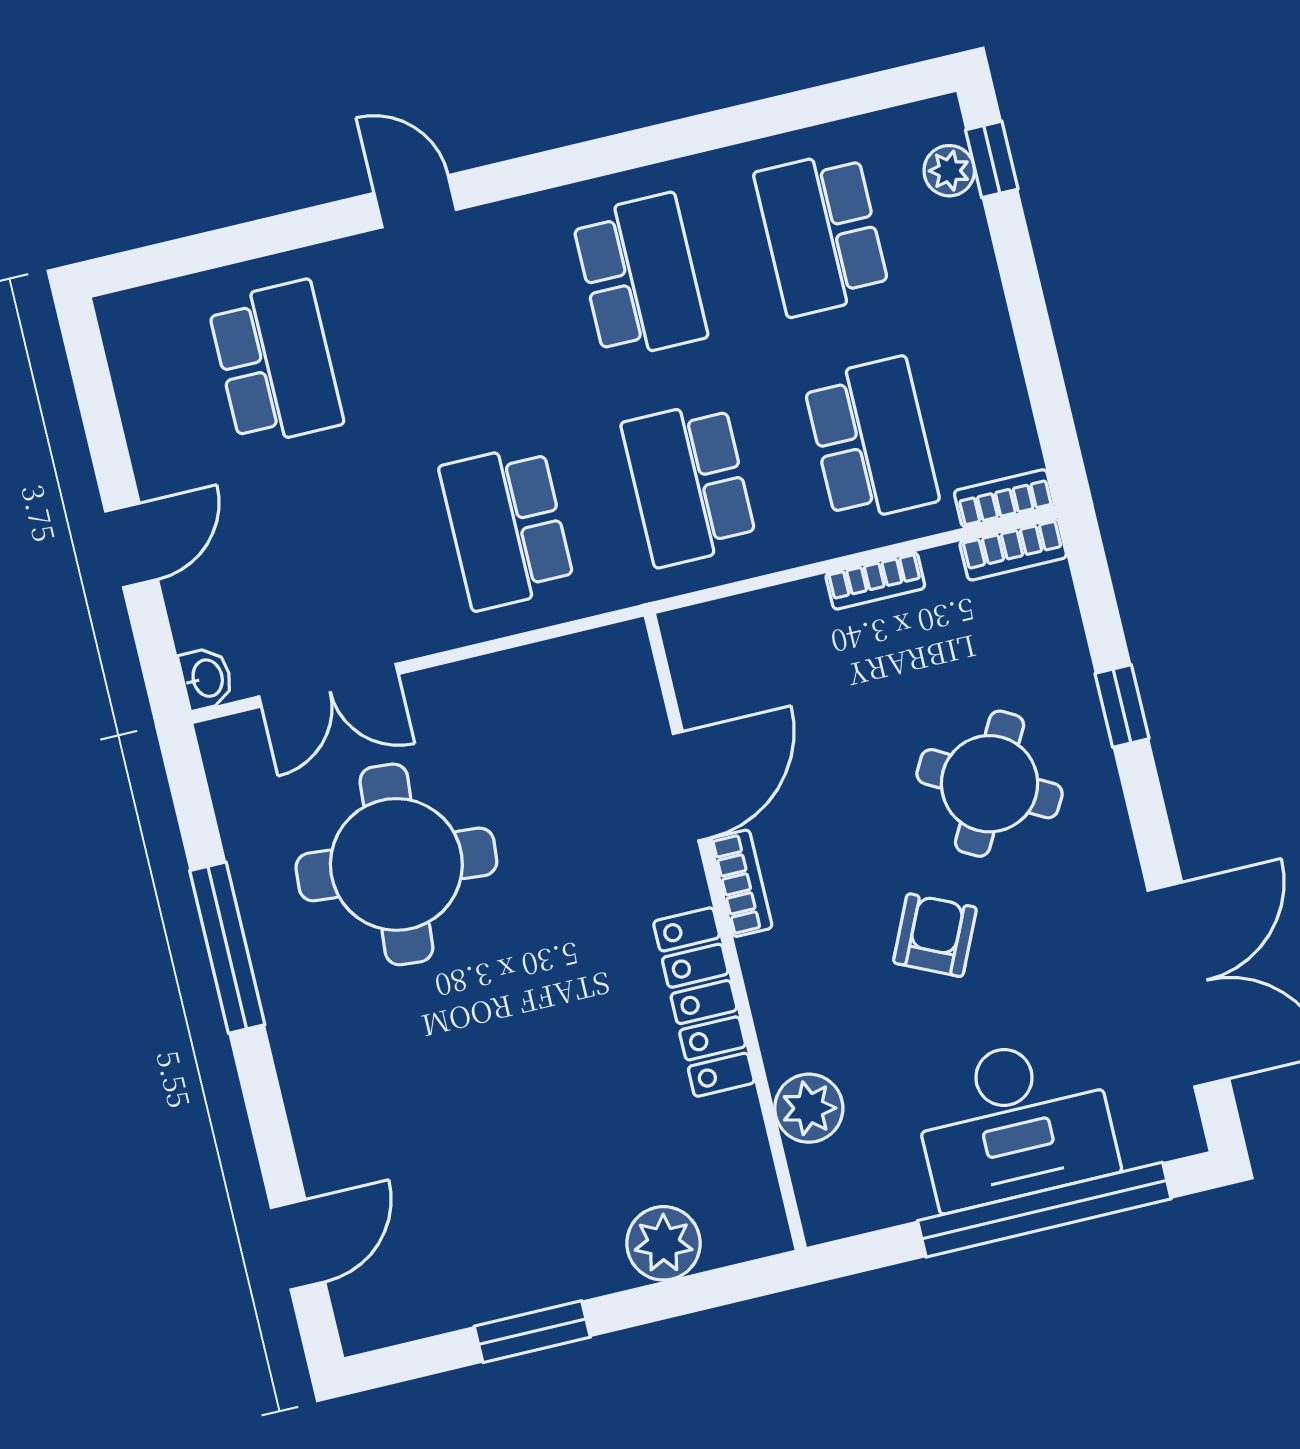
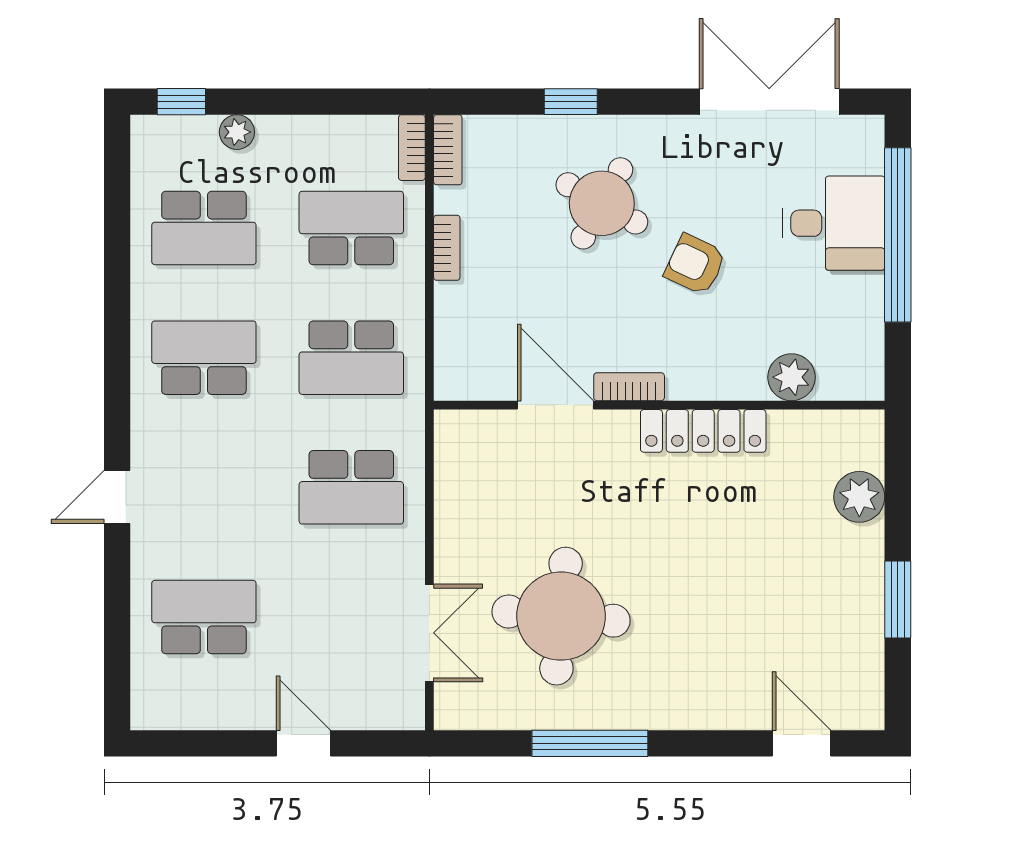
plant: (949, 171) -> (237, 132), moved
washbasin: (206, 678) -> (405, 714), removed
desk: (1015, 1122) -> (834, 223), width x0.73

